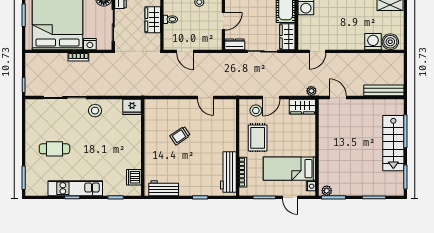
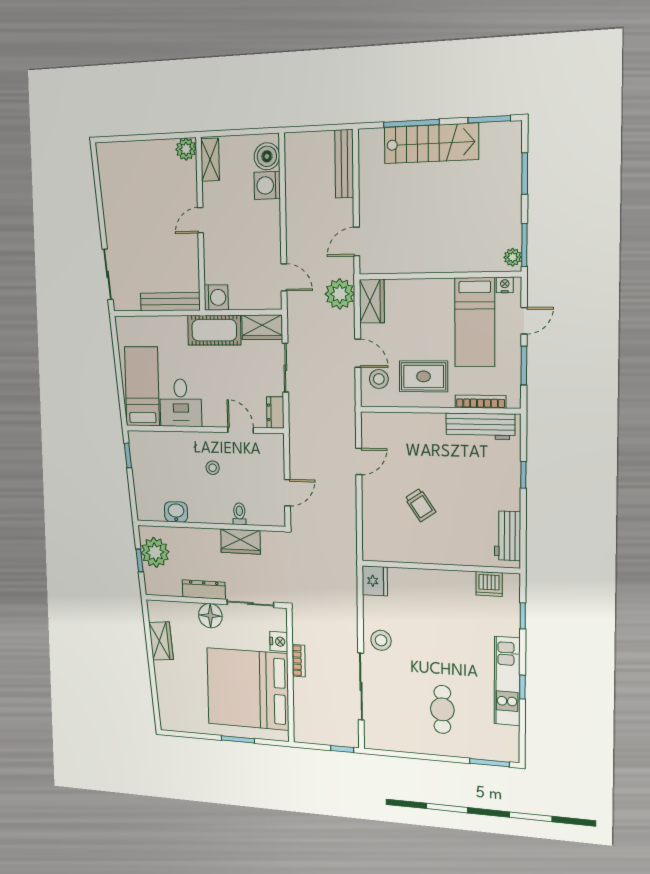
plant: (311, 91) -> (340, 294), width x1.88, depth x1.88

